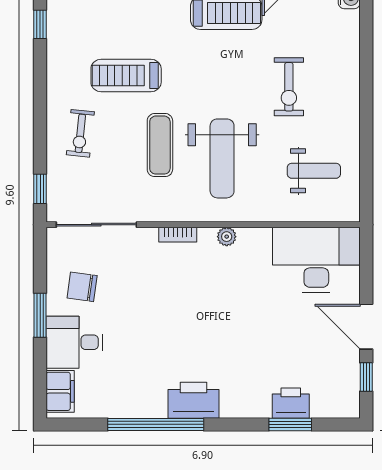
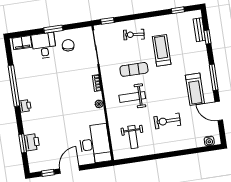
weight bench: (222, 158) -> (132, 97), width x0.73, depth x0.75
printer: (194, 400) -> (25, 106), width x0.53, depth x0.68

